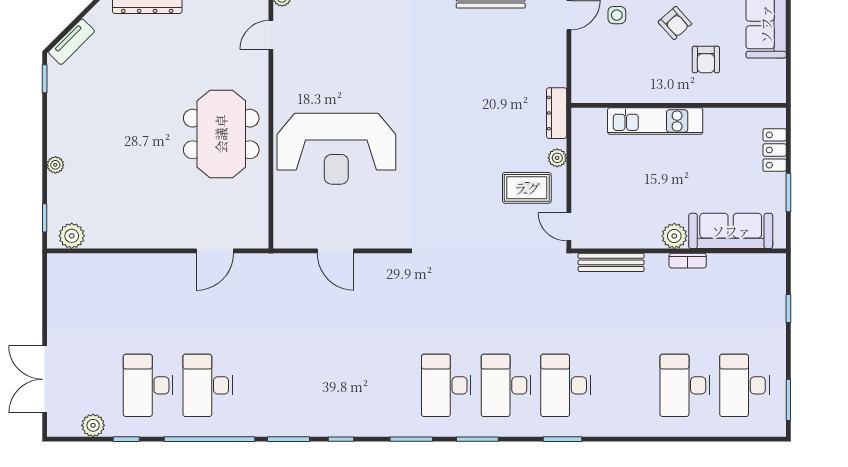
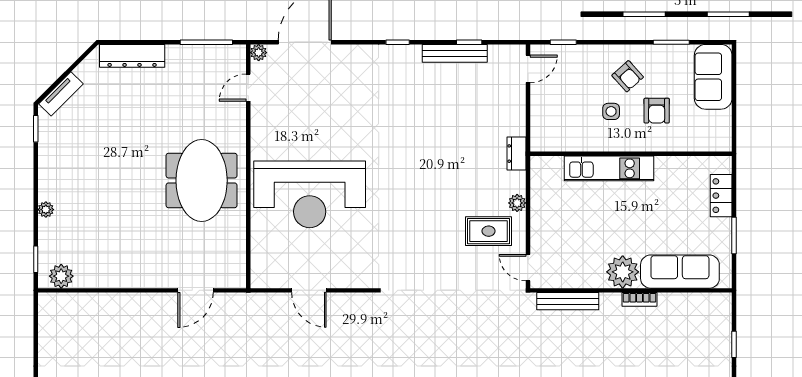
side table: (617, 15) -> (611, 111), moved
dresser: (557, 113) -> (516, 154), width x0.70
plant: (674, 236) -> (623, 272), width x1.36, depth x1.36

